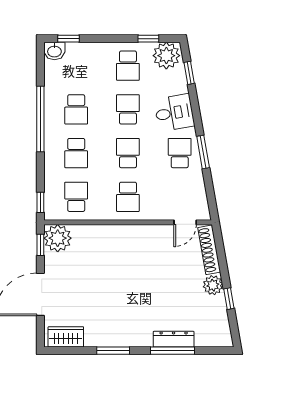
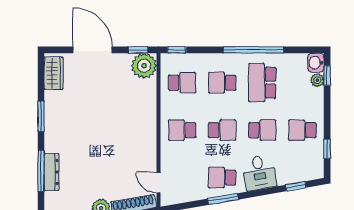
plant: (166, 56) -> (317, 80), moved, width x0.53, depth x0.53
school desk: (76, 109) -> (262, 83), width x1.85
school desk: (180, 153) -> (222, 178), turned 180

